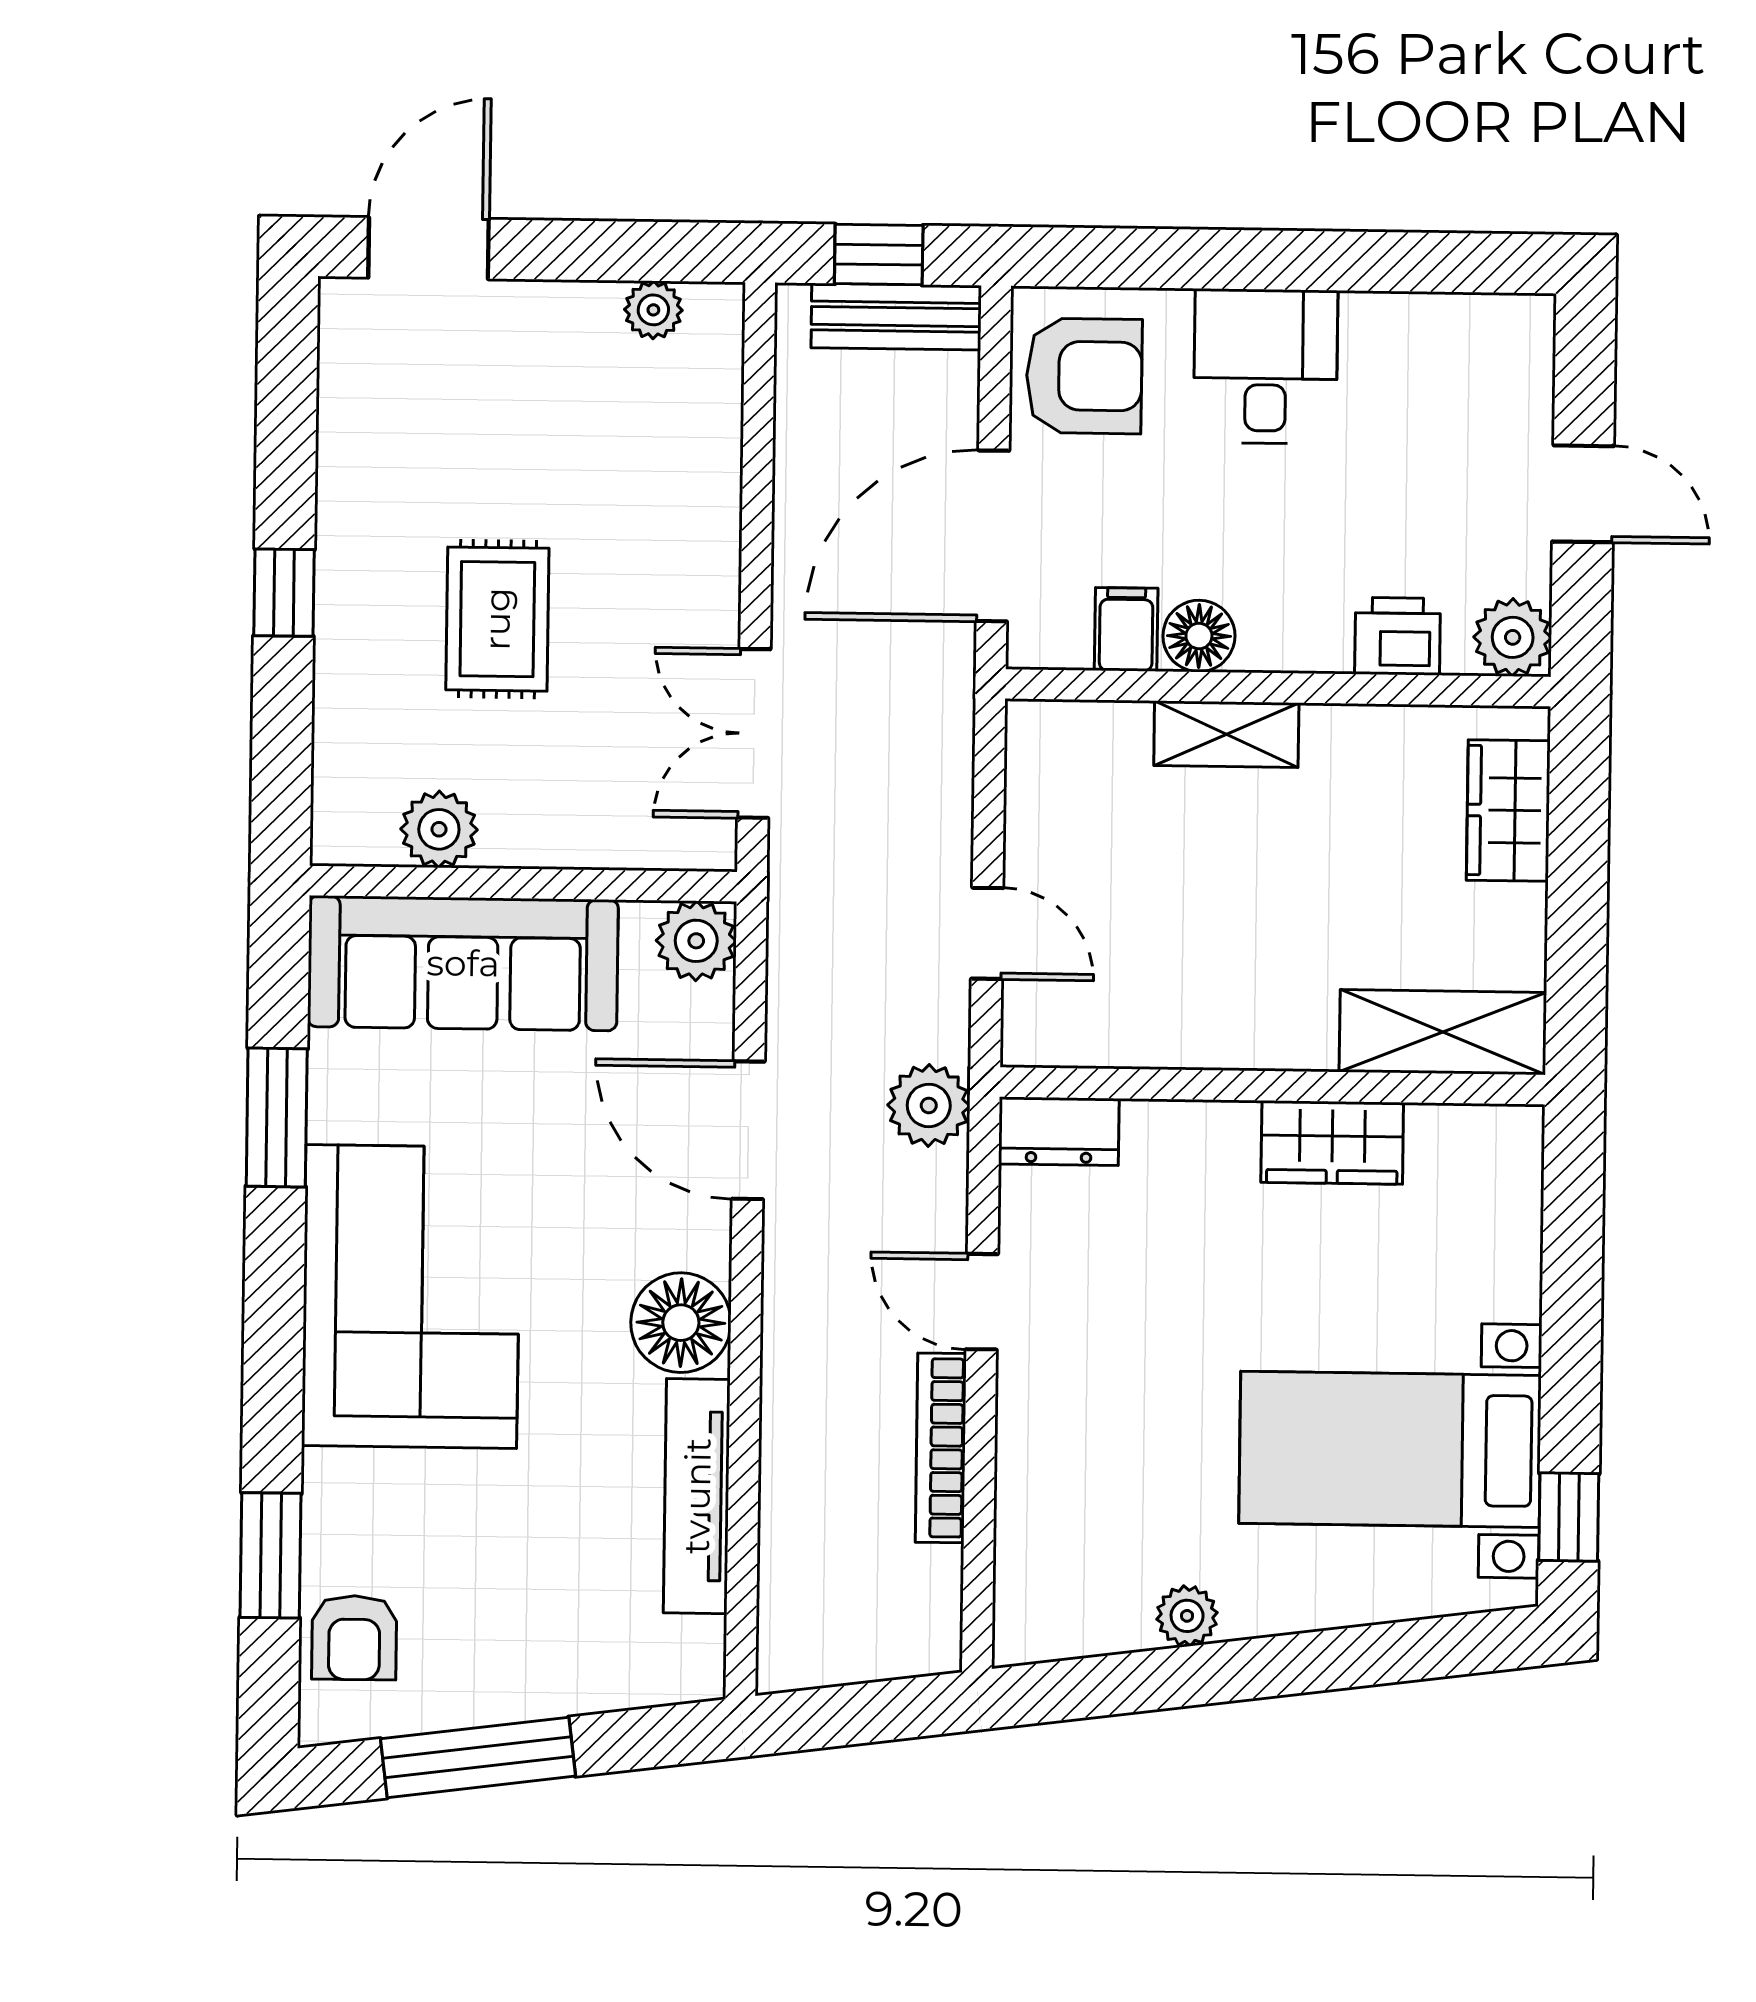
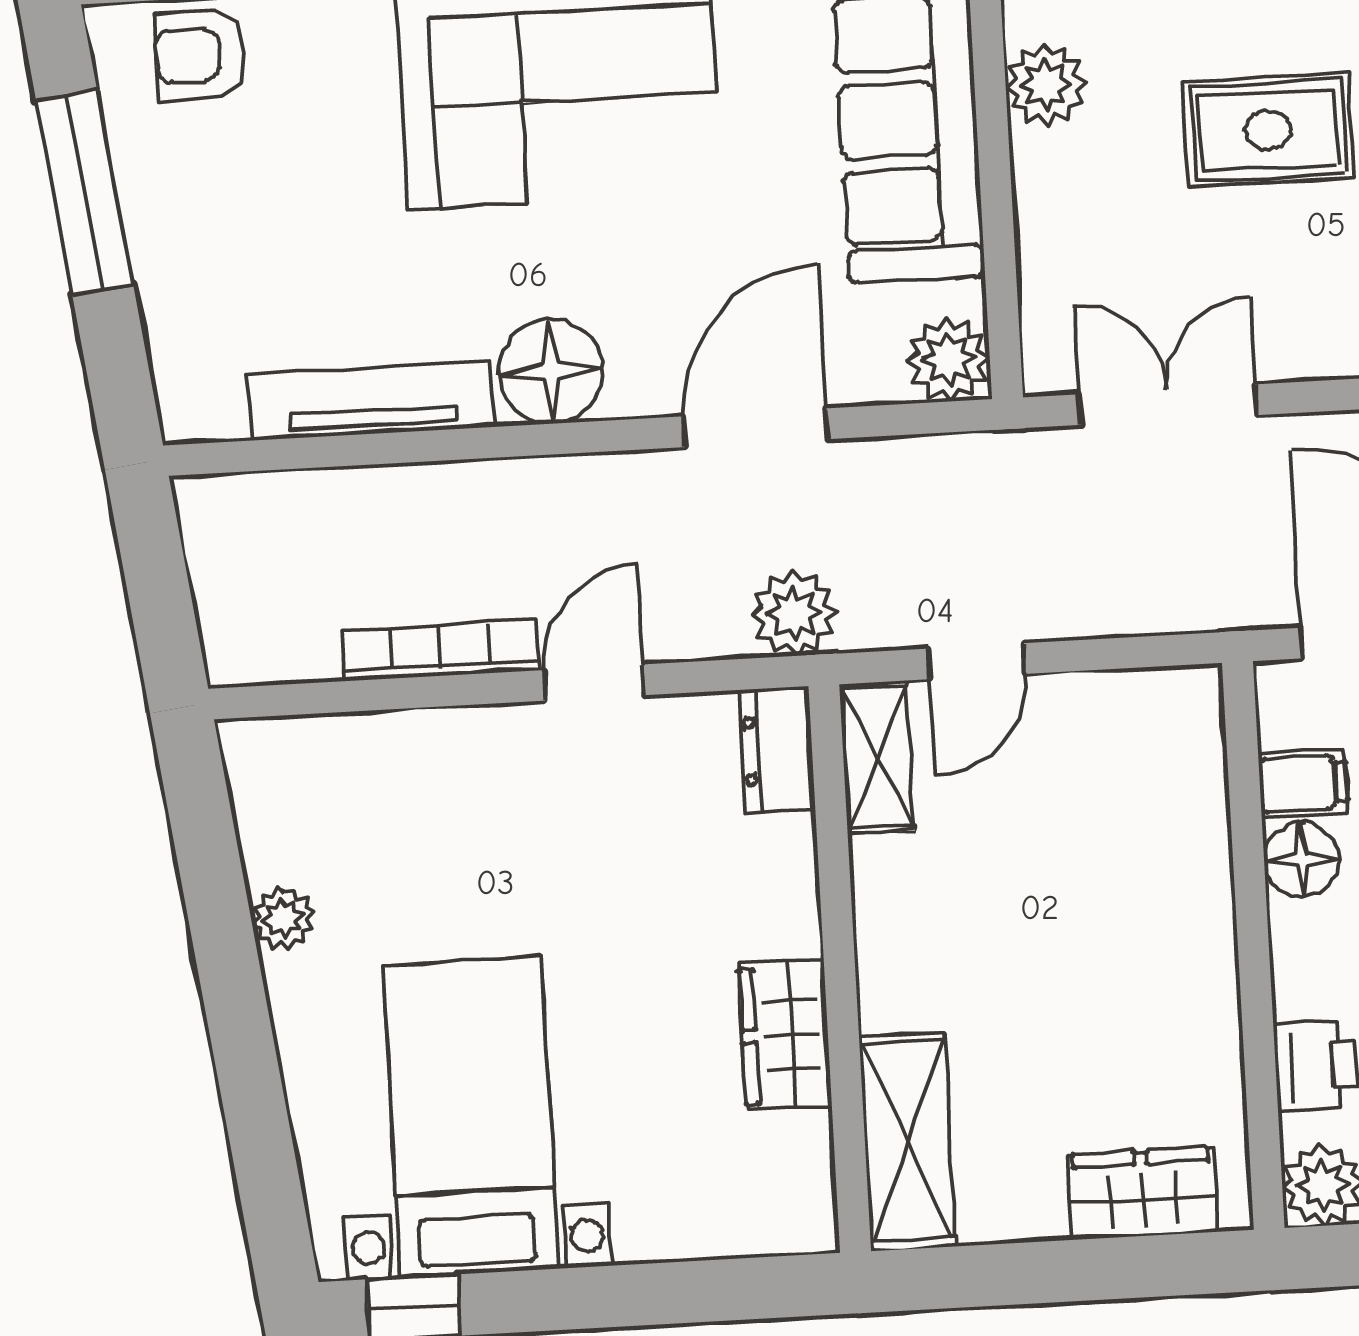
shelving: (1226, 734) -> (877, 757), moved

